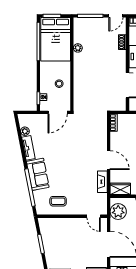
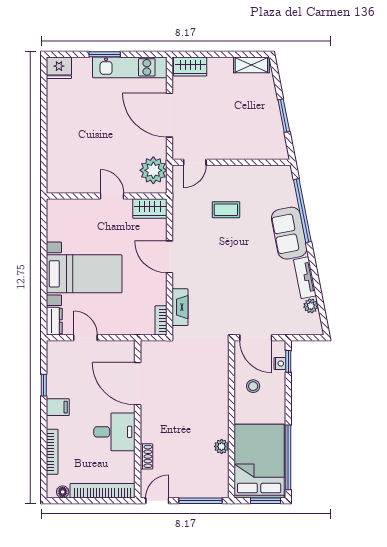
door: (58, 112) -> (256, 338), swing flipped
fireplace: (102, 182) -> (180, 307), moved
coffee table: (58, 201) -> (226, 210), moved
door: (94, 216) -> (195, 162), swing flipped

